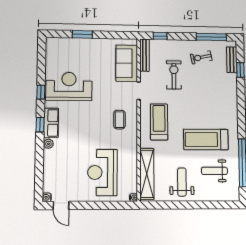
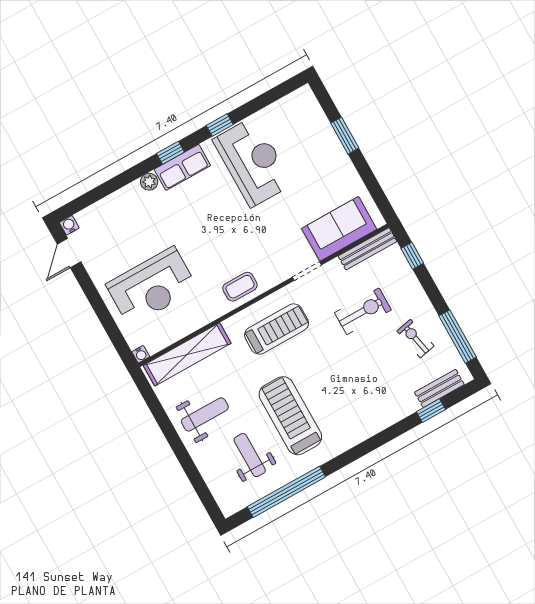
coffee table: (119, 120) -> (240, 287), moved
reception desk: (102, 172) -> (152, 287), turned 180

